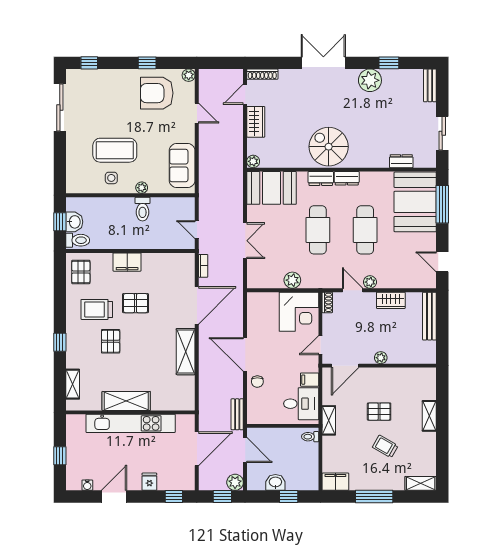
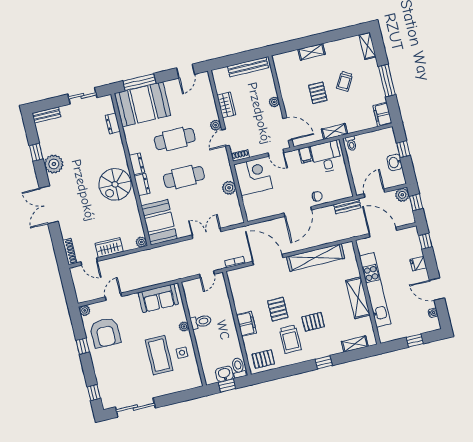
bench: (429, 316) -> (248, 67), moved
shelving: (186, 352) -> (316, 258), width x1.47

